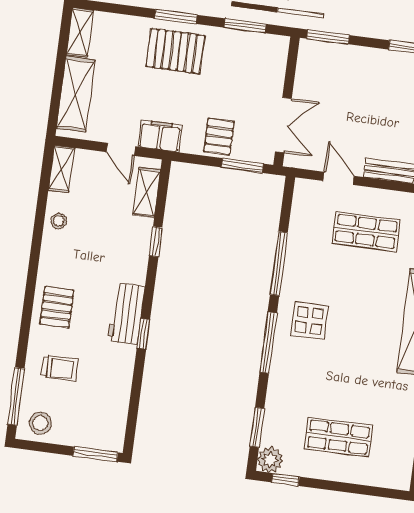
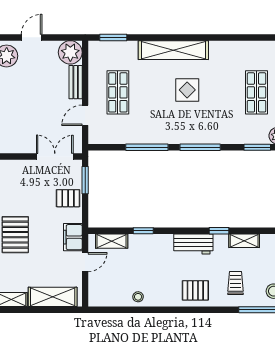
shelving: (61, 169) -> (244, 241), moved
display table: (309, 320) -> (187, 90), moved
window: (143, 334) -> (219, 231), moved

